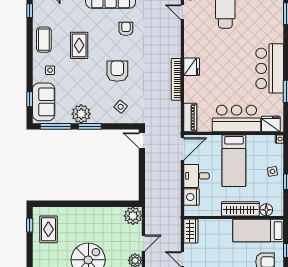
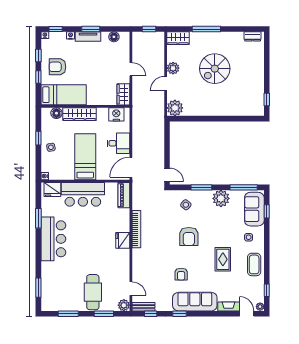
window: (90, 126) -> (201, 187), moved
nightstand: (191, 197) -> (116, 114), moved, turned -90
rug: (48, 229) -> (250, 96), removed

